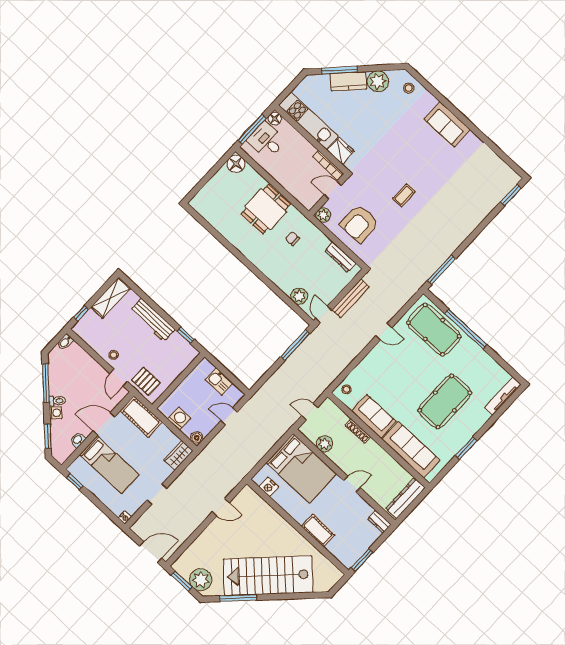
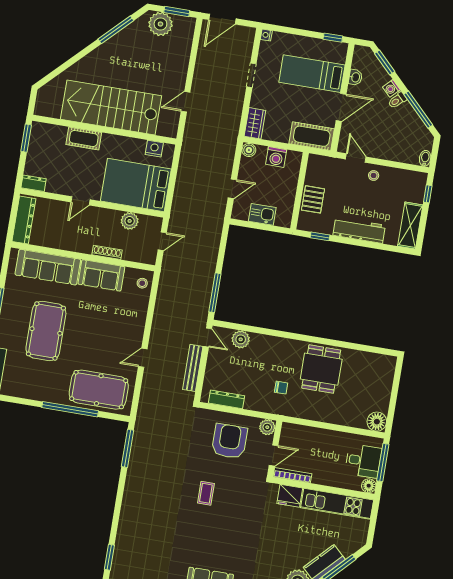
dining table: (266, 209) -> (321, 369), moved
pallet: (146, 381) -> (313, 199), moved, turned 90
stairs: (268, 576) -> (111, 108), moved, turned -135

